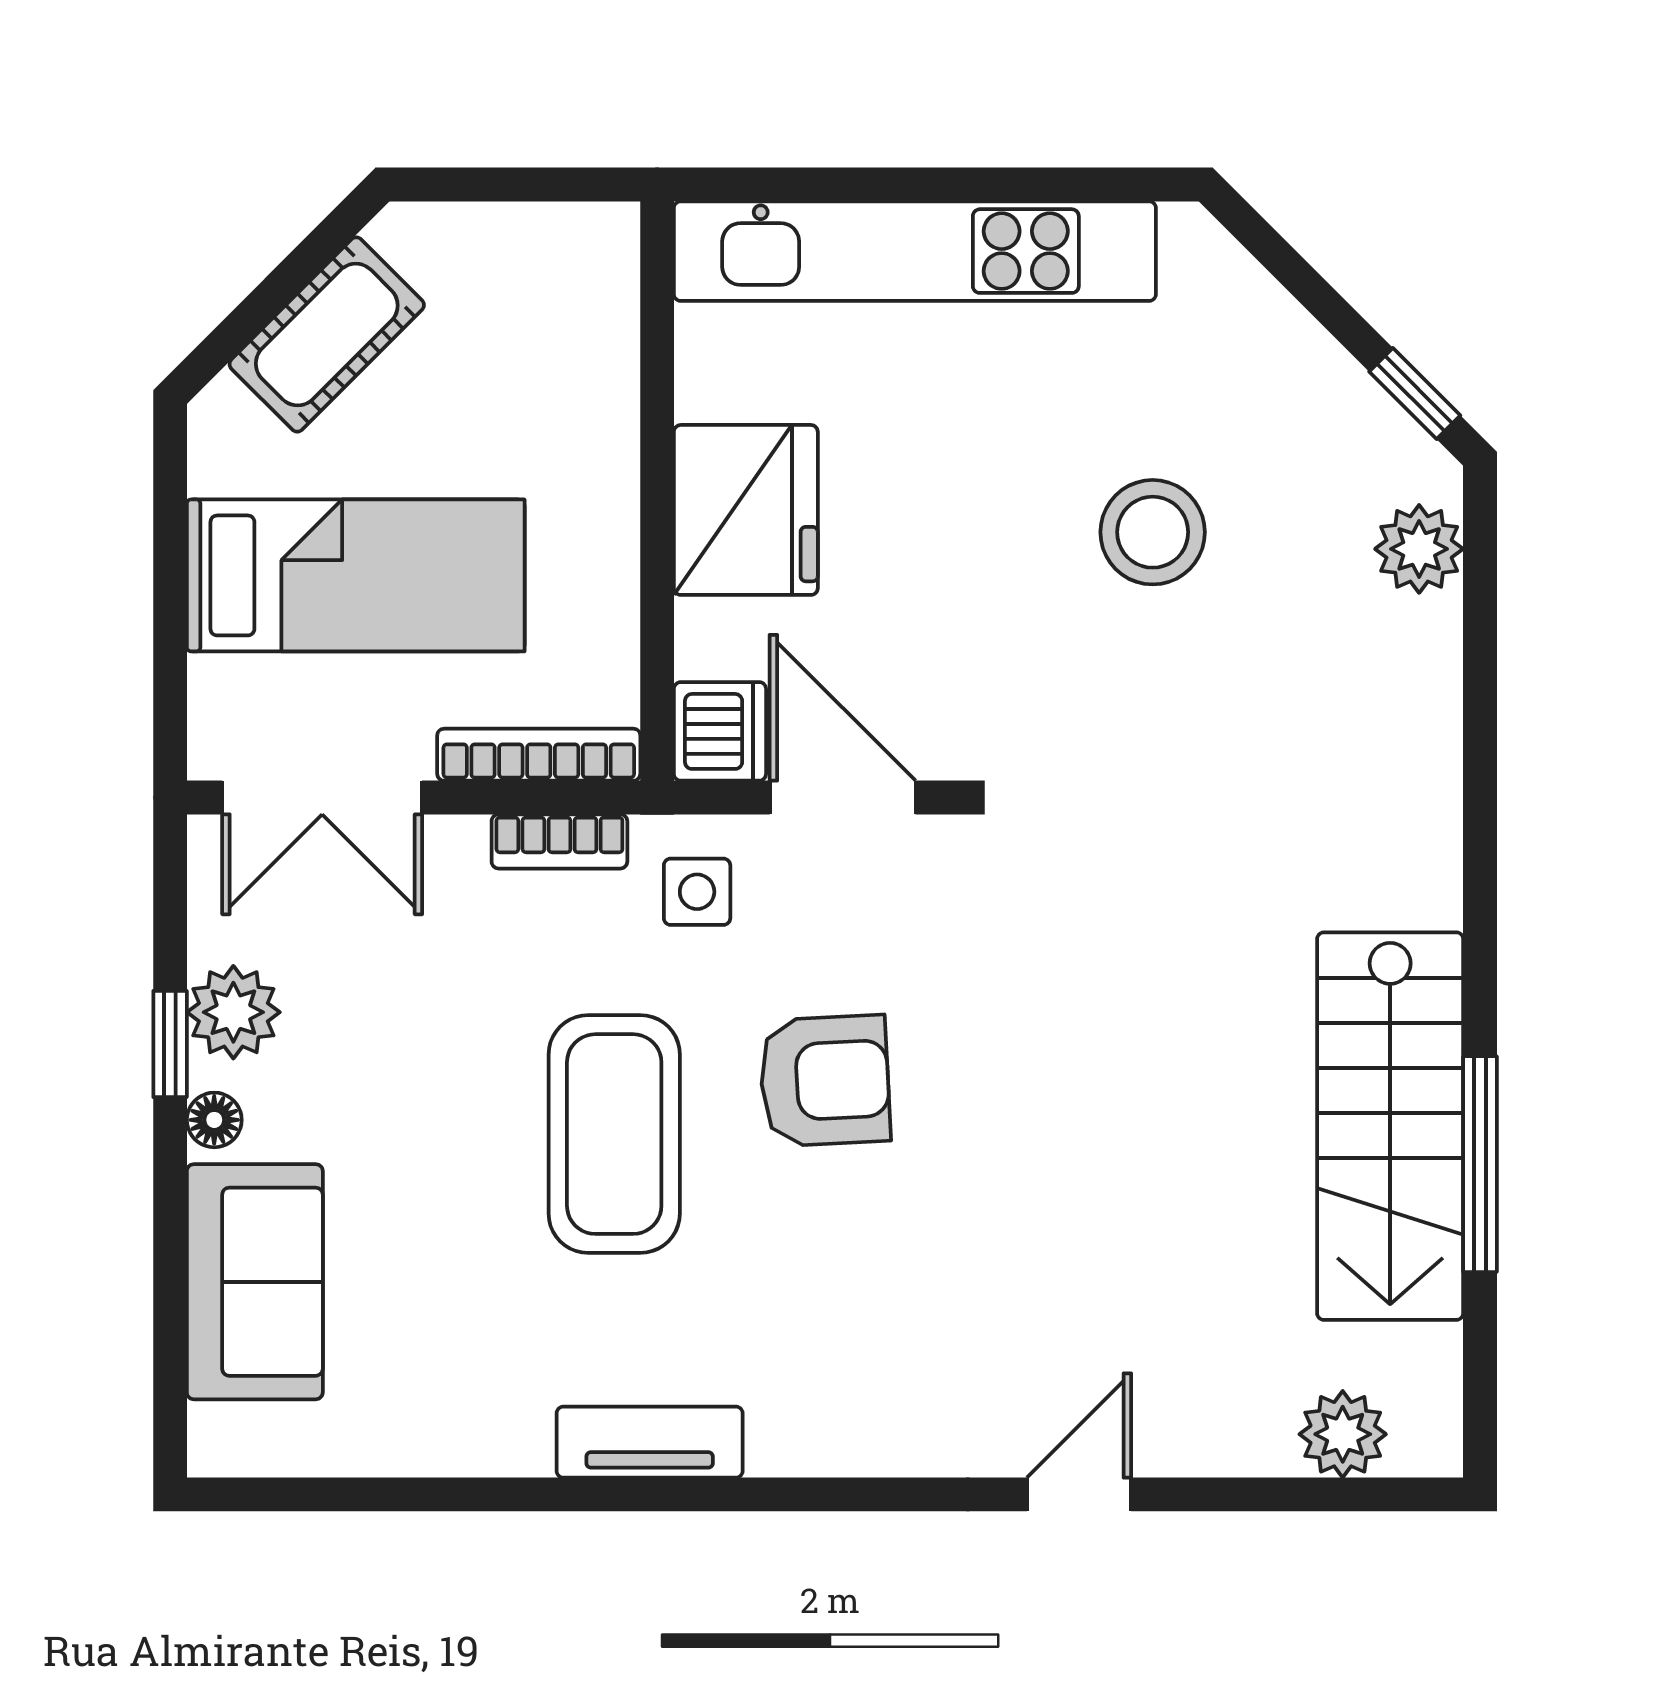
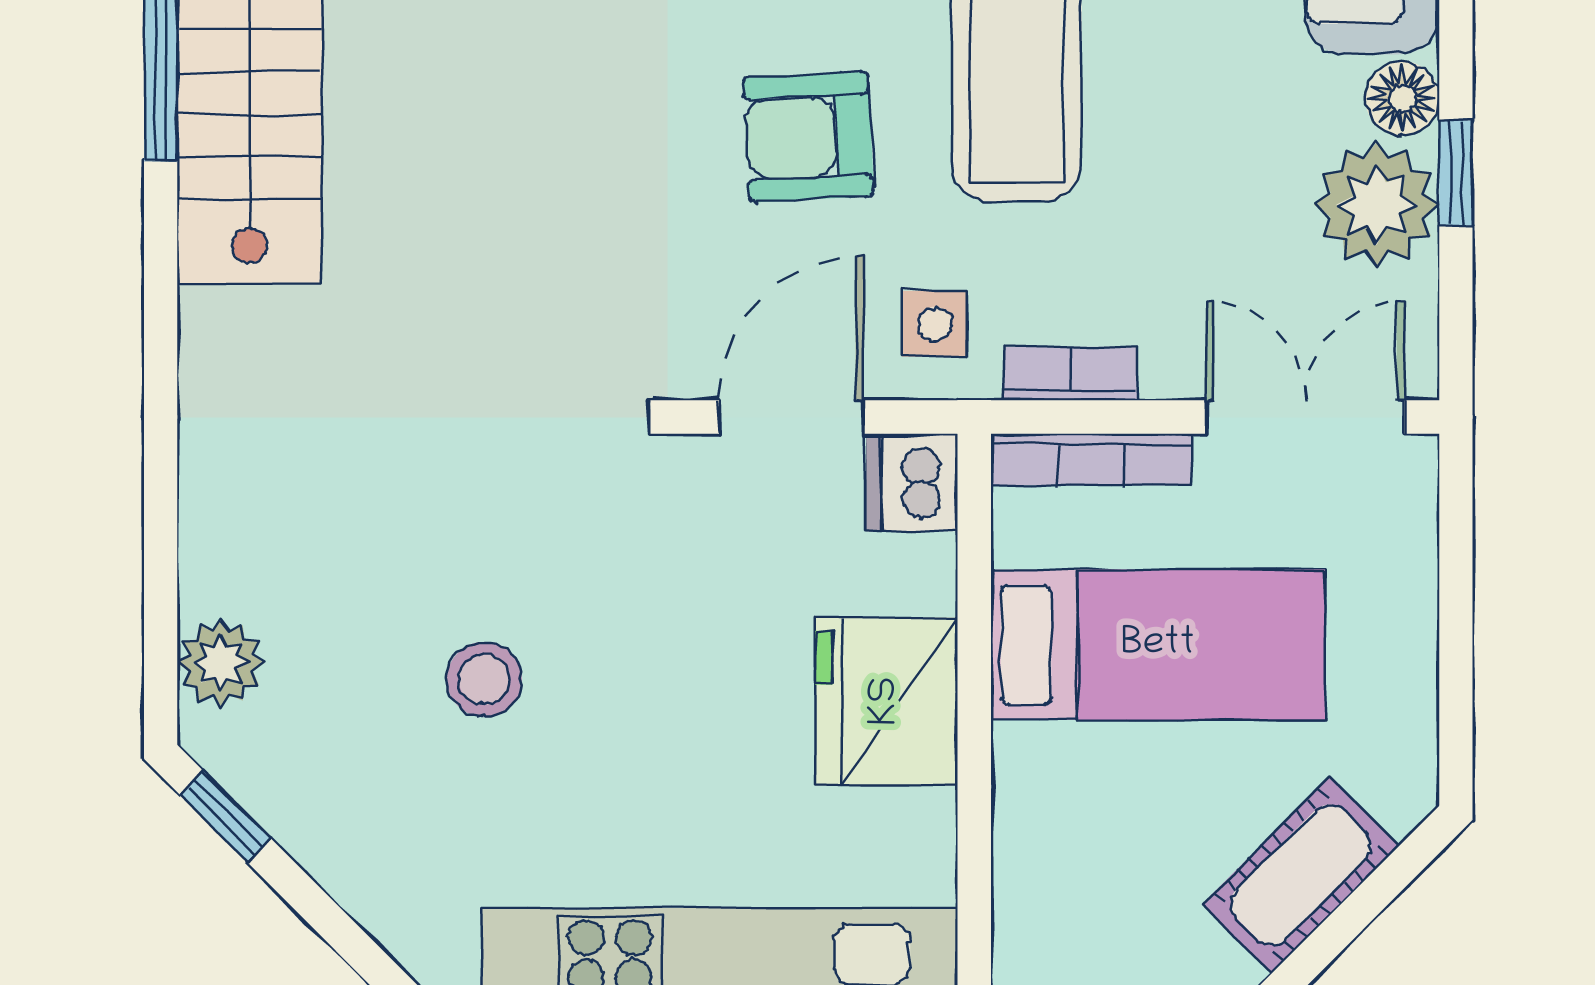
stool: (1153, 532) -> (484, 679), width x0.73, depth x0.73
bed: (356, 575) -> (1158, 645), moved, turned 180
door: (843, 797) -> (791, 417), swing flipped
plant: (233, 1012) -> (1377, 205), width x1.36, depth x1.36
floor lamp: (214, 1120) -> (1402, 98), width x1.37, depth x1.37

